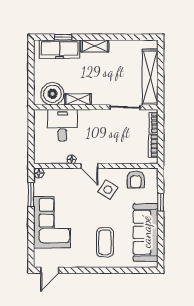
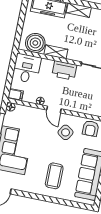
printer: (92, 119) -> (64, 70), added
desk: (62, 125) -> (27, 68), moved
filing cabinet: (42, 158) -> (16, 95), added

